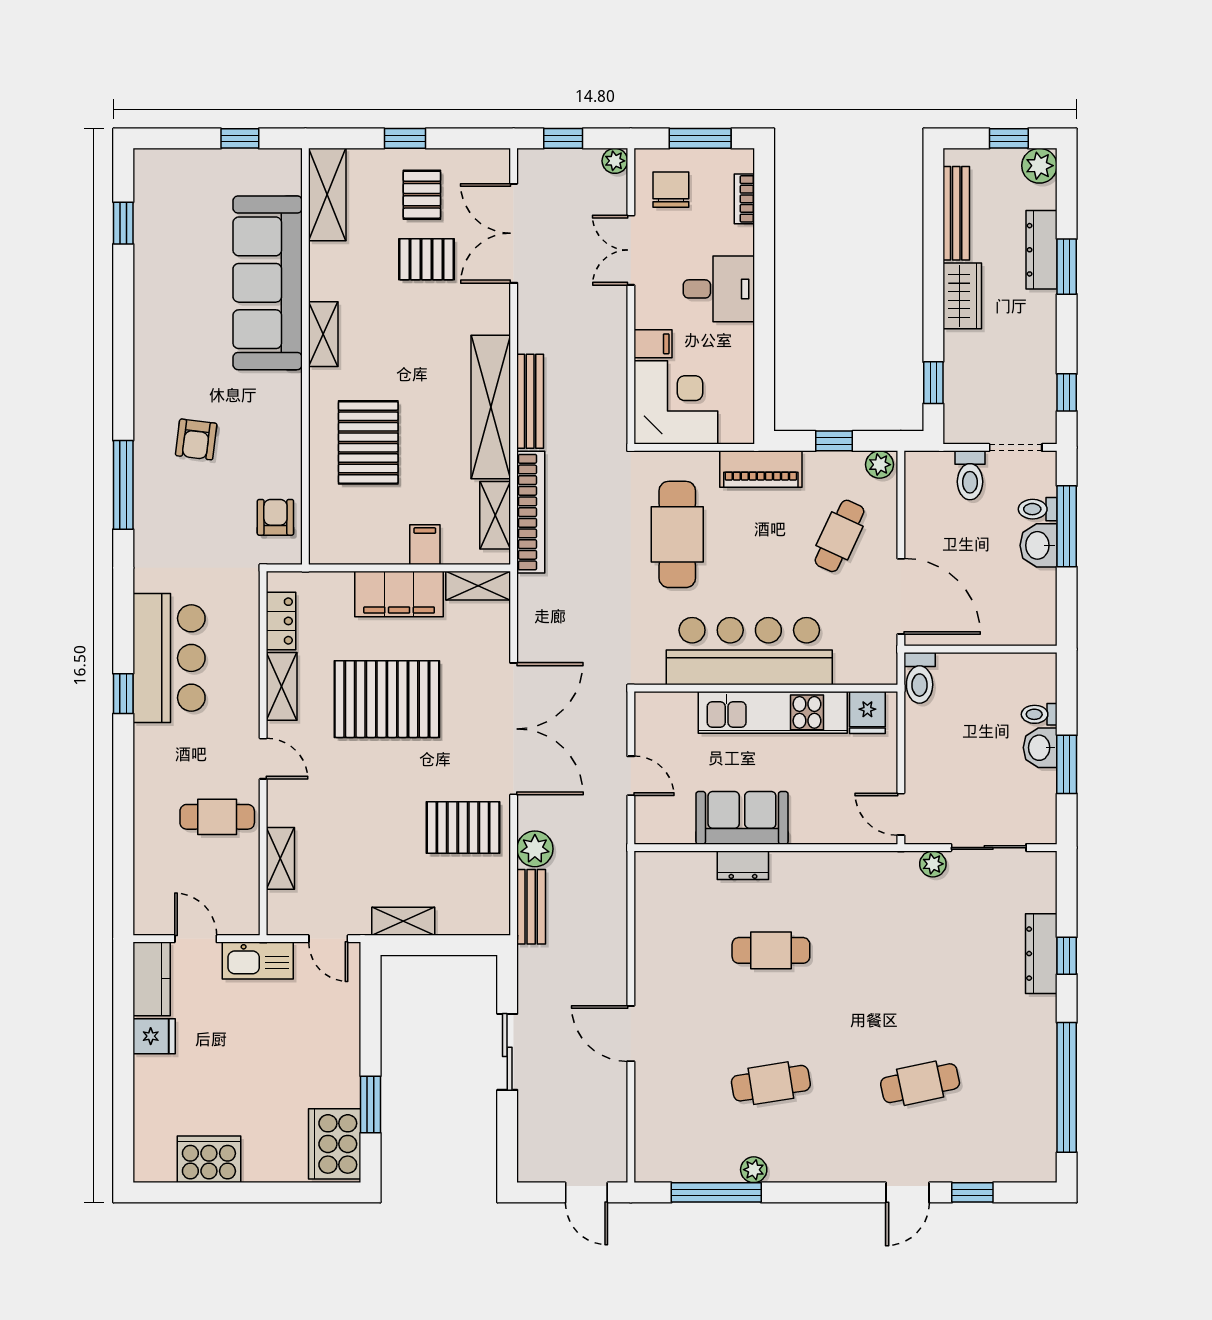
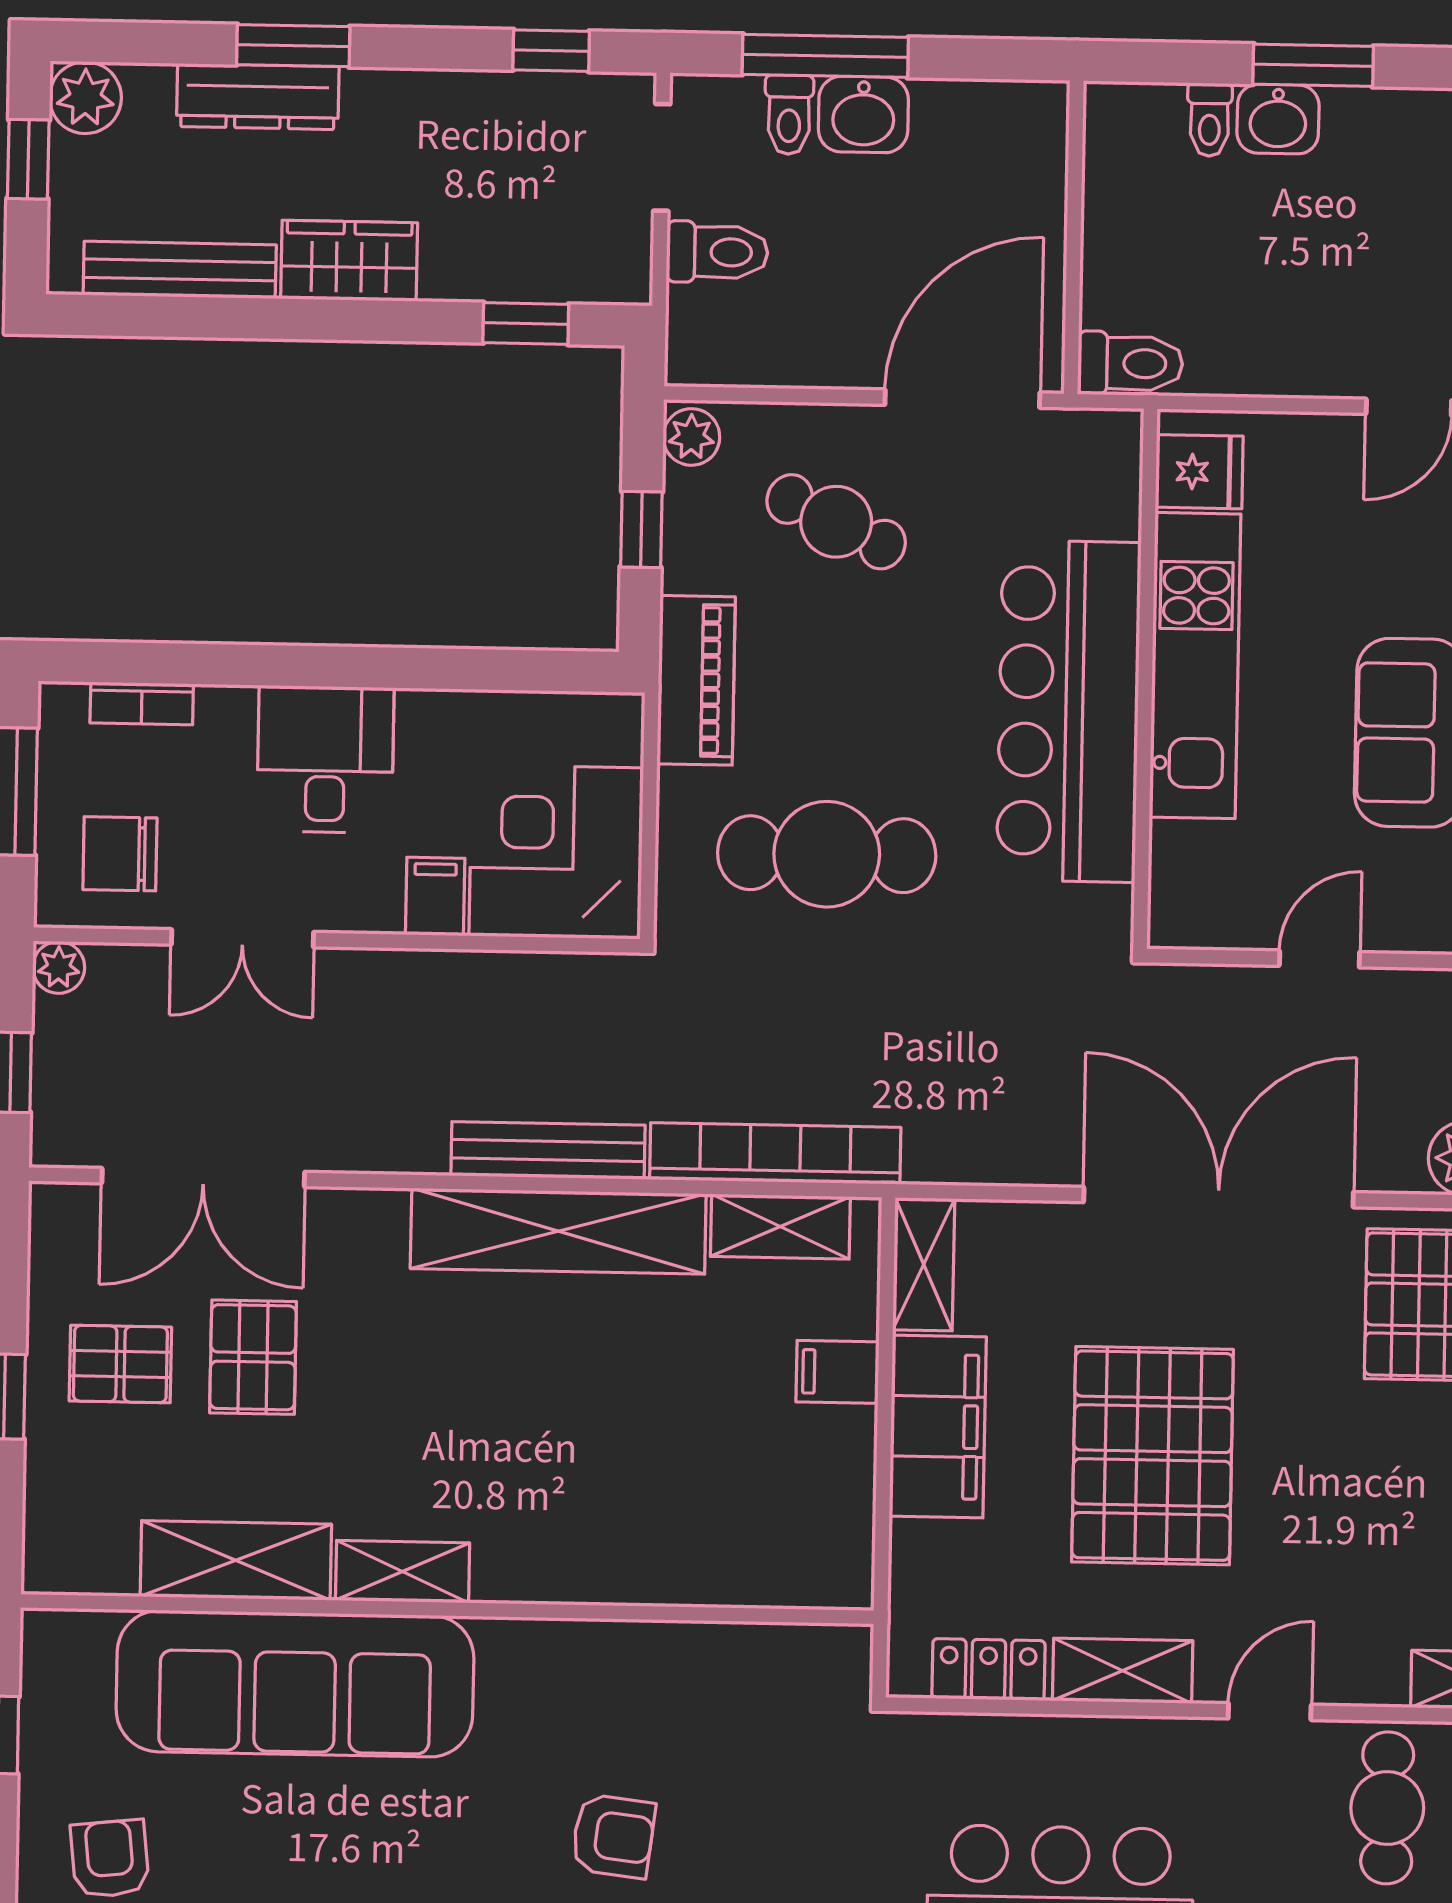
shelving: (327, 194) -> (236, 1560), moved
pallet: (368, 442) -> (626, 1484), removed
armchair: (275, 517) -> (110, 1859), moved, turned 84

